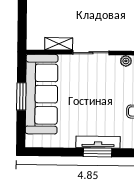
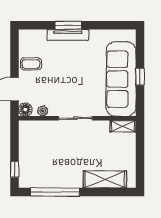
shelving: (59, 44) -> (123, 126), moved
window: (21, 96) -> (140, 77), width x0.67

